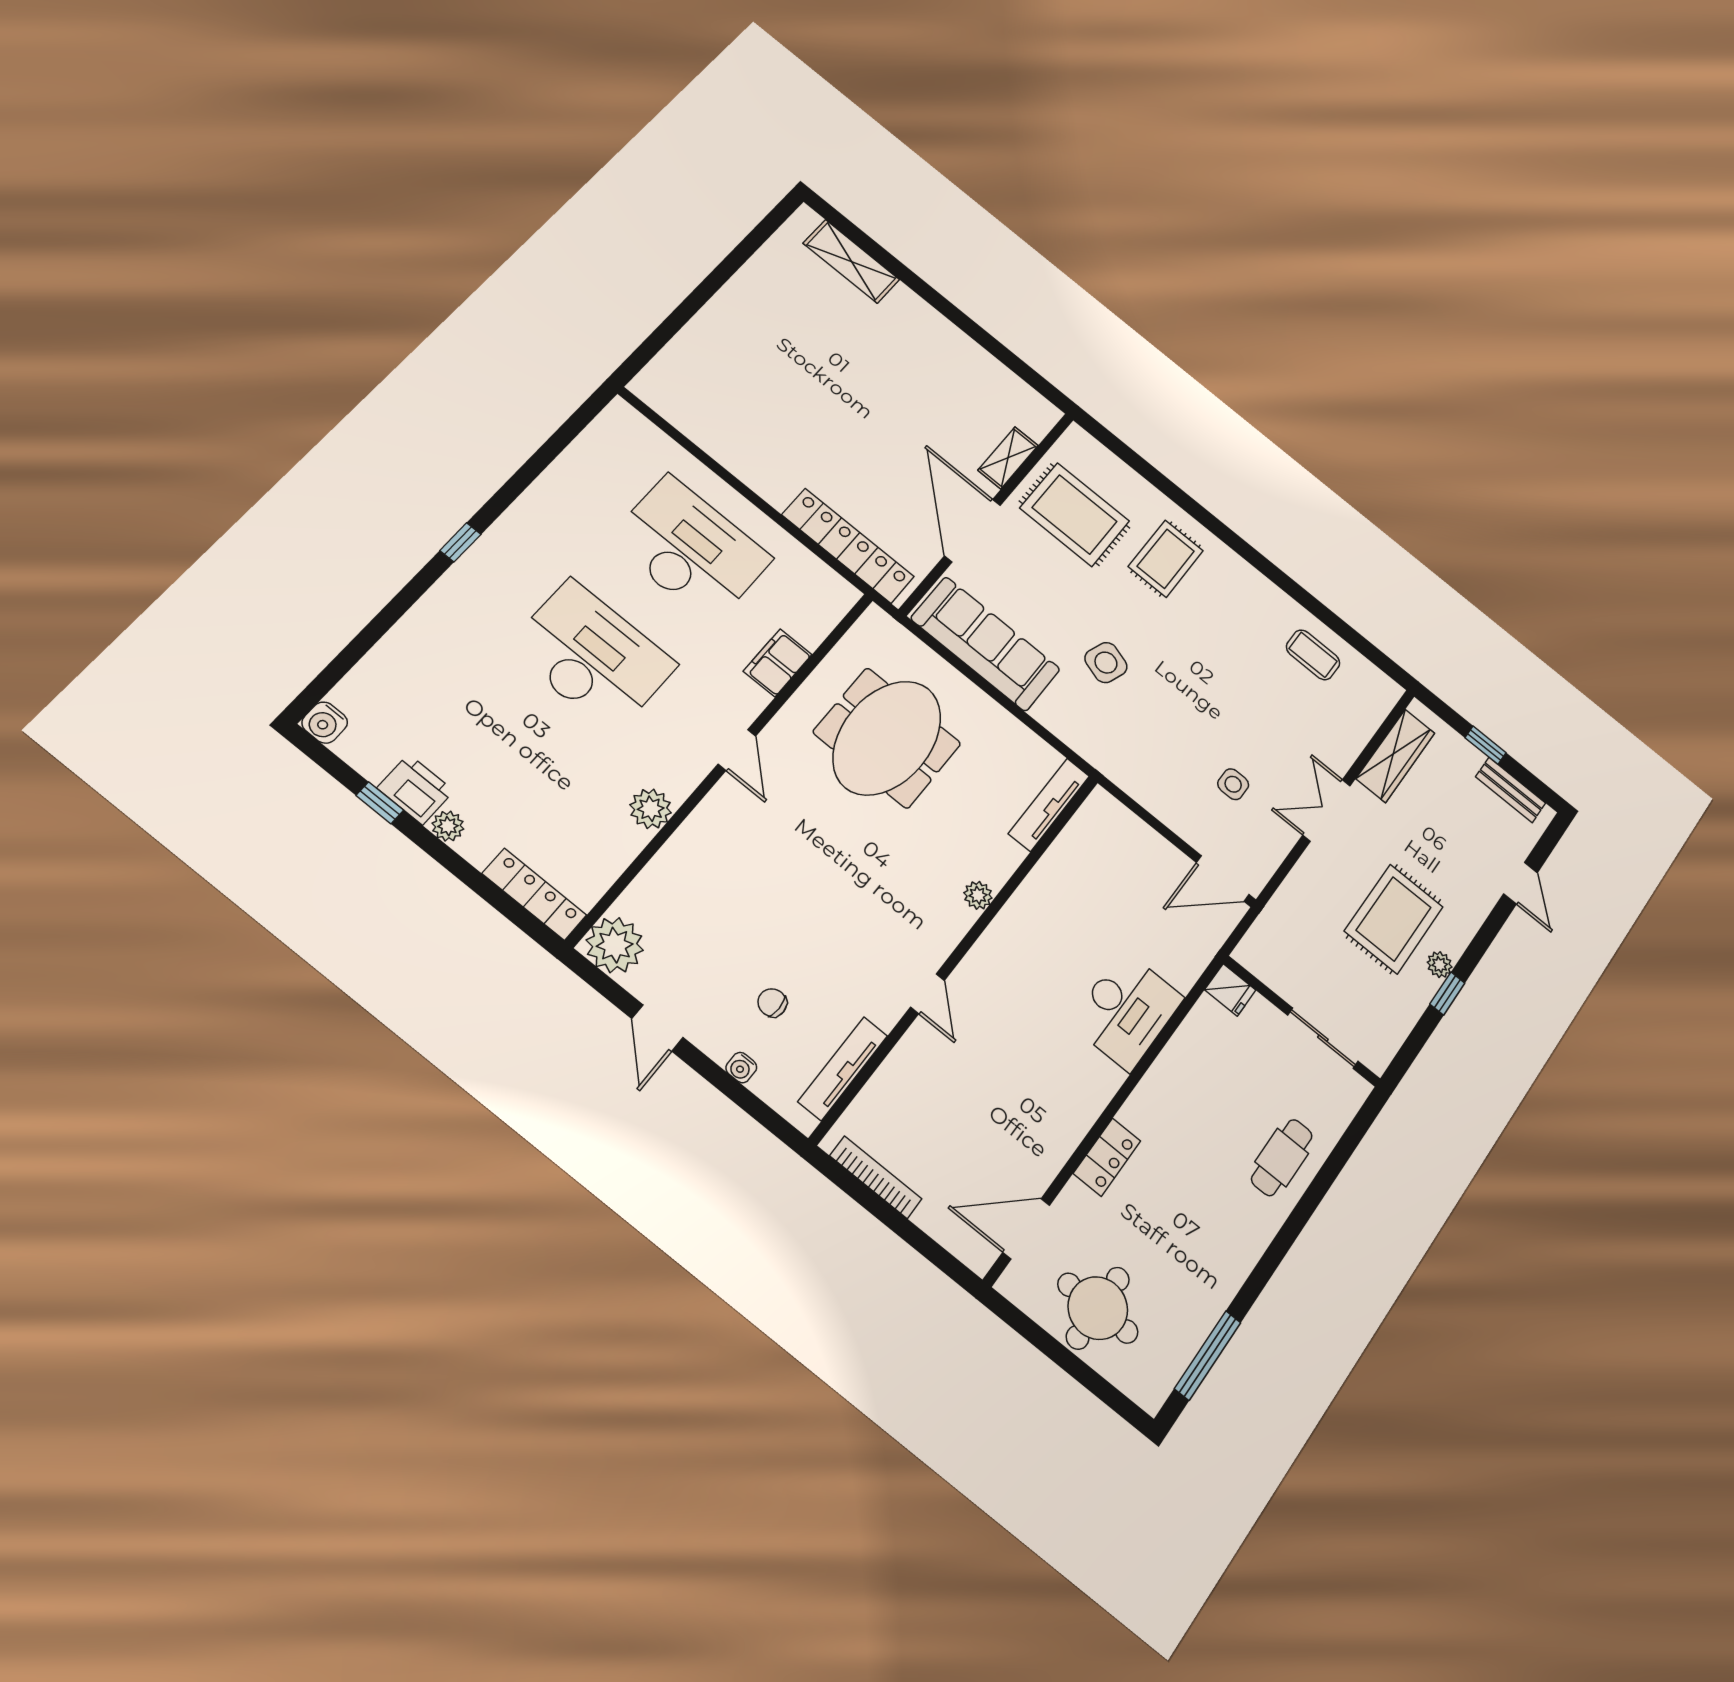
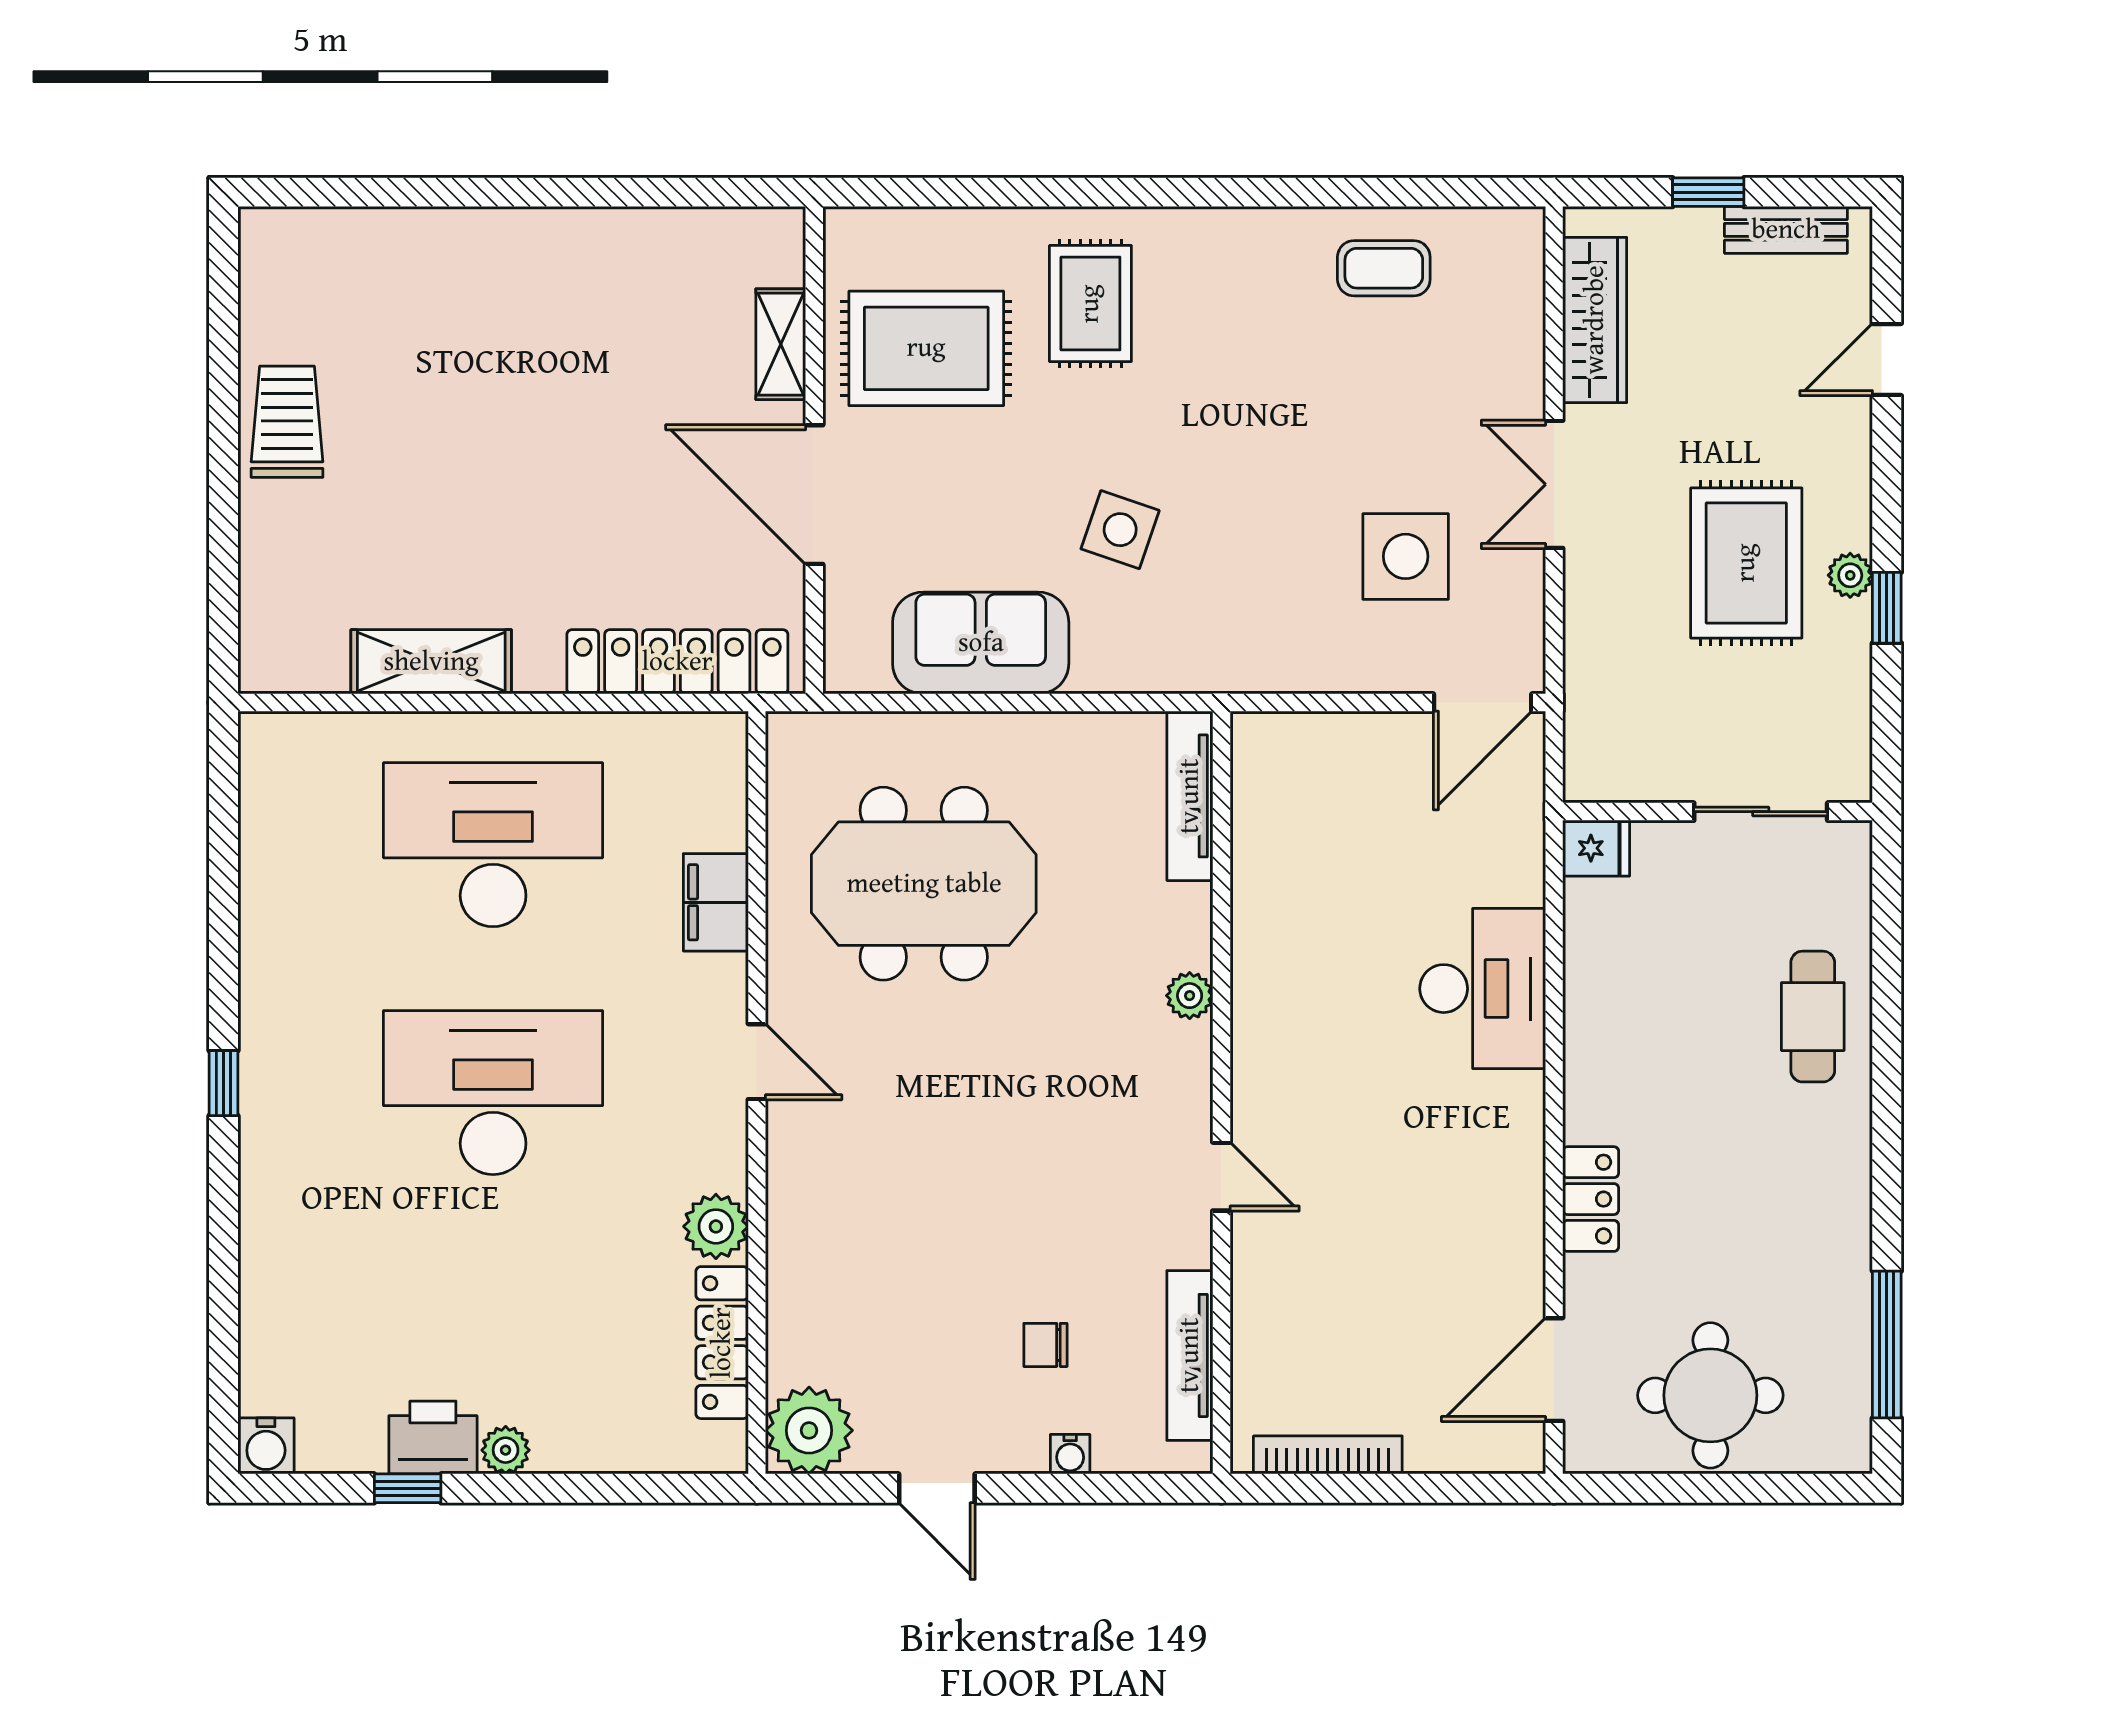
shelving: (851, 261) -> (431, 662), moved
trolley: (749, 300) -> (287, 422), added
sofa: (985, 644) -> (981, 643), width x0.73
meeting table: (887, 738) -> (924, 884), turned 90
side table: (1233, 784) -> (1406, 556), width x1.87, depth x1.87
door: (1520, 883) -> (1887, 360), swing flipped
locker: (534, 894) -> (722, 1343), moved, turned -90

